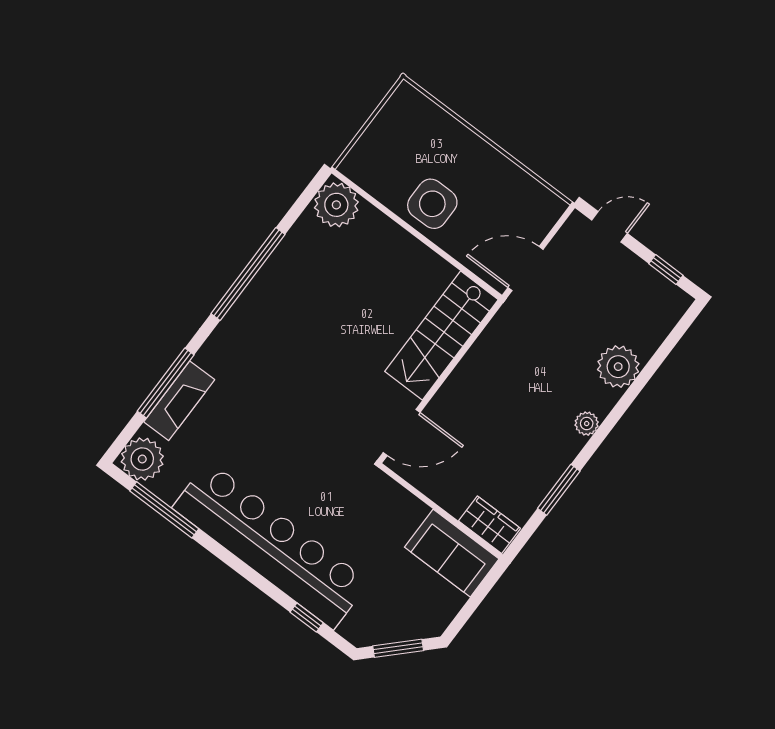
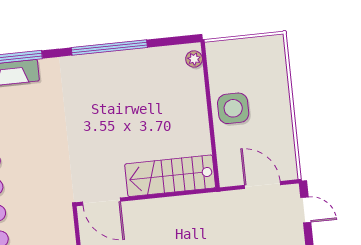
plant: (336, 205) -> (194, 59), width x0.53, depth x0.53
door: (526, 269) -> (262, 185), moved

